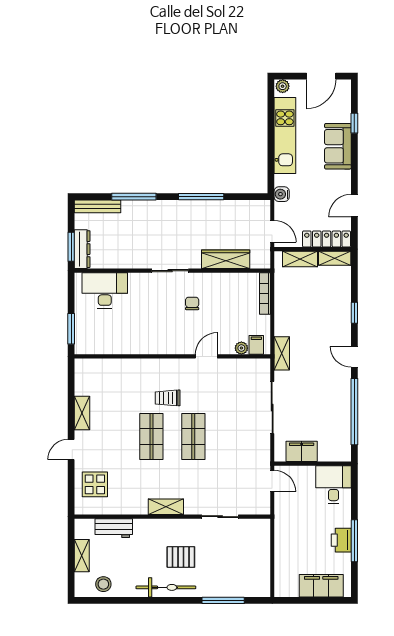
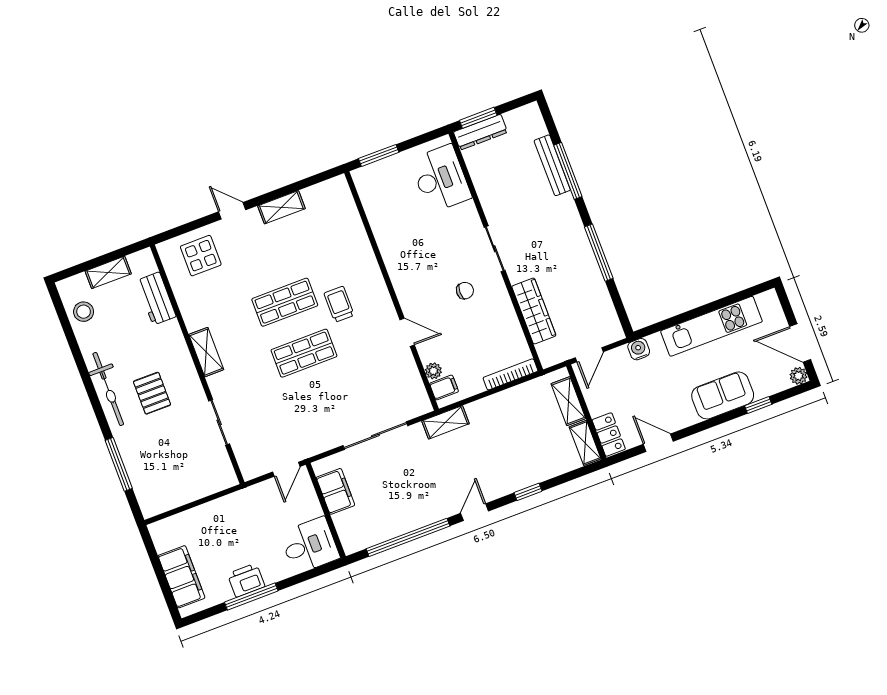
plant: (283, 86) -> (798, 376), moved
bench: (98, 206) -> (552, 165), moved
locker: (327, 239) -> (609, 435), width x0.66

